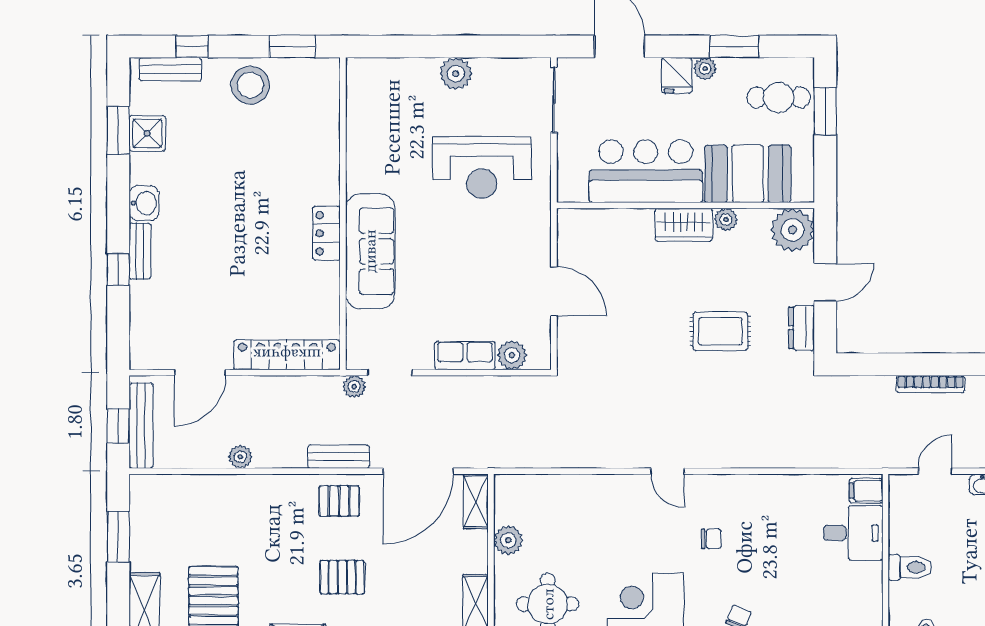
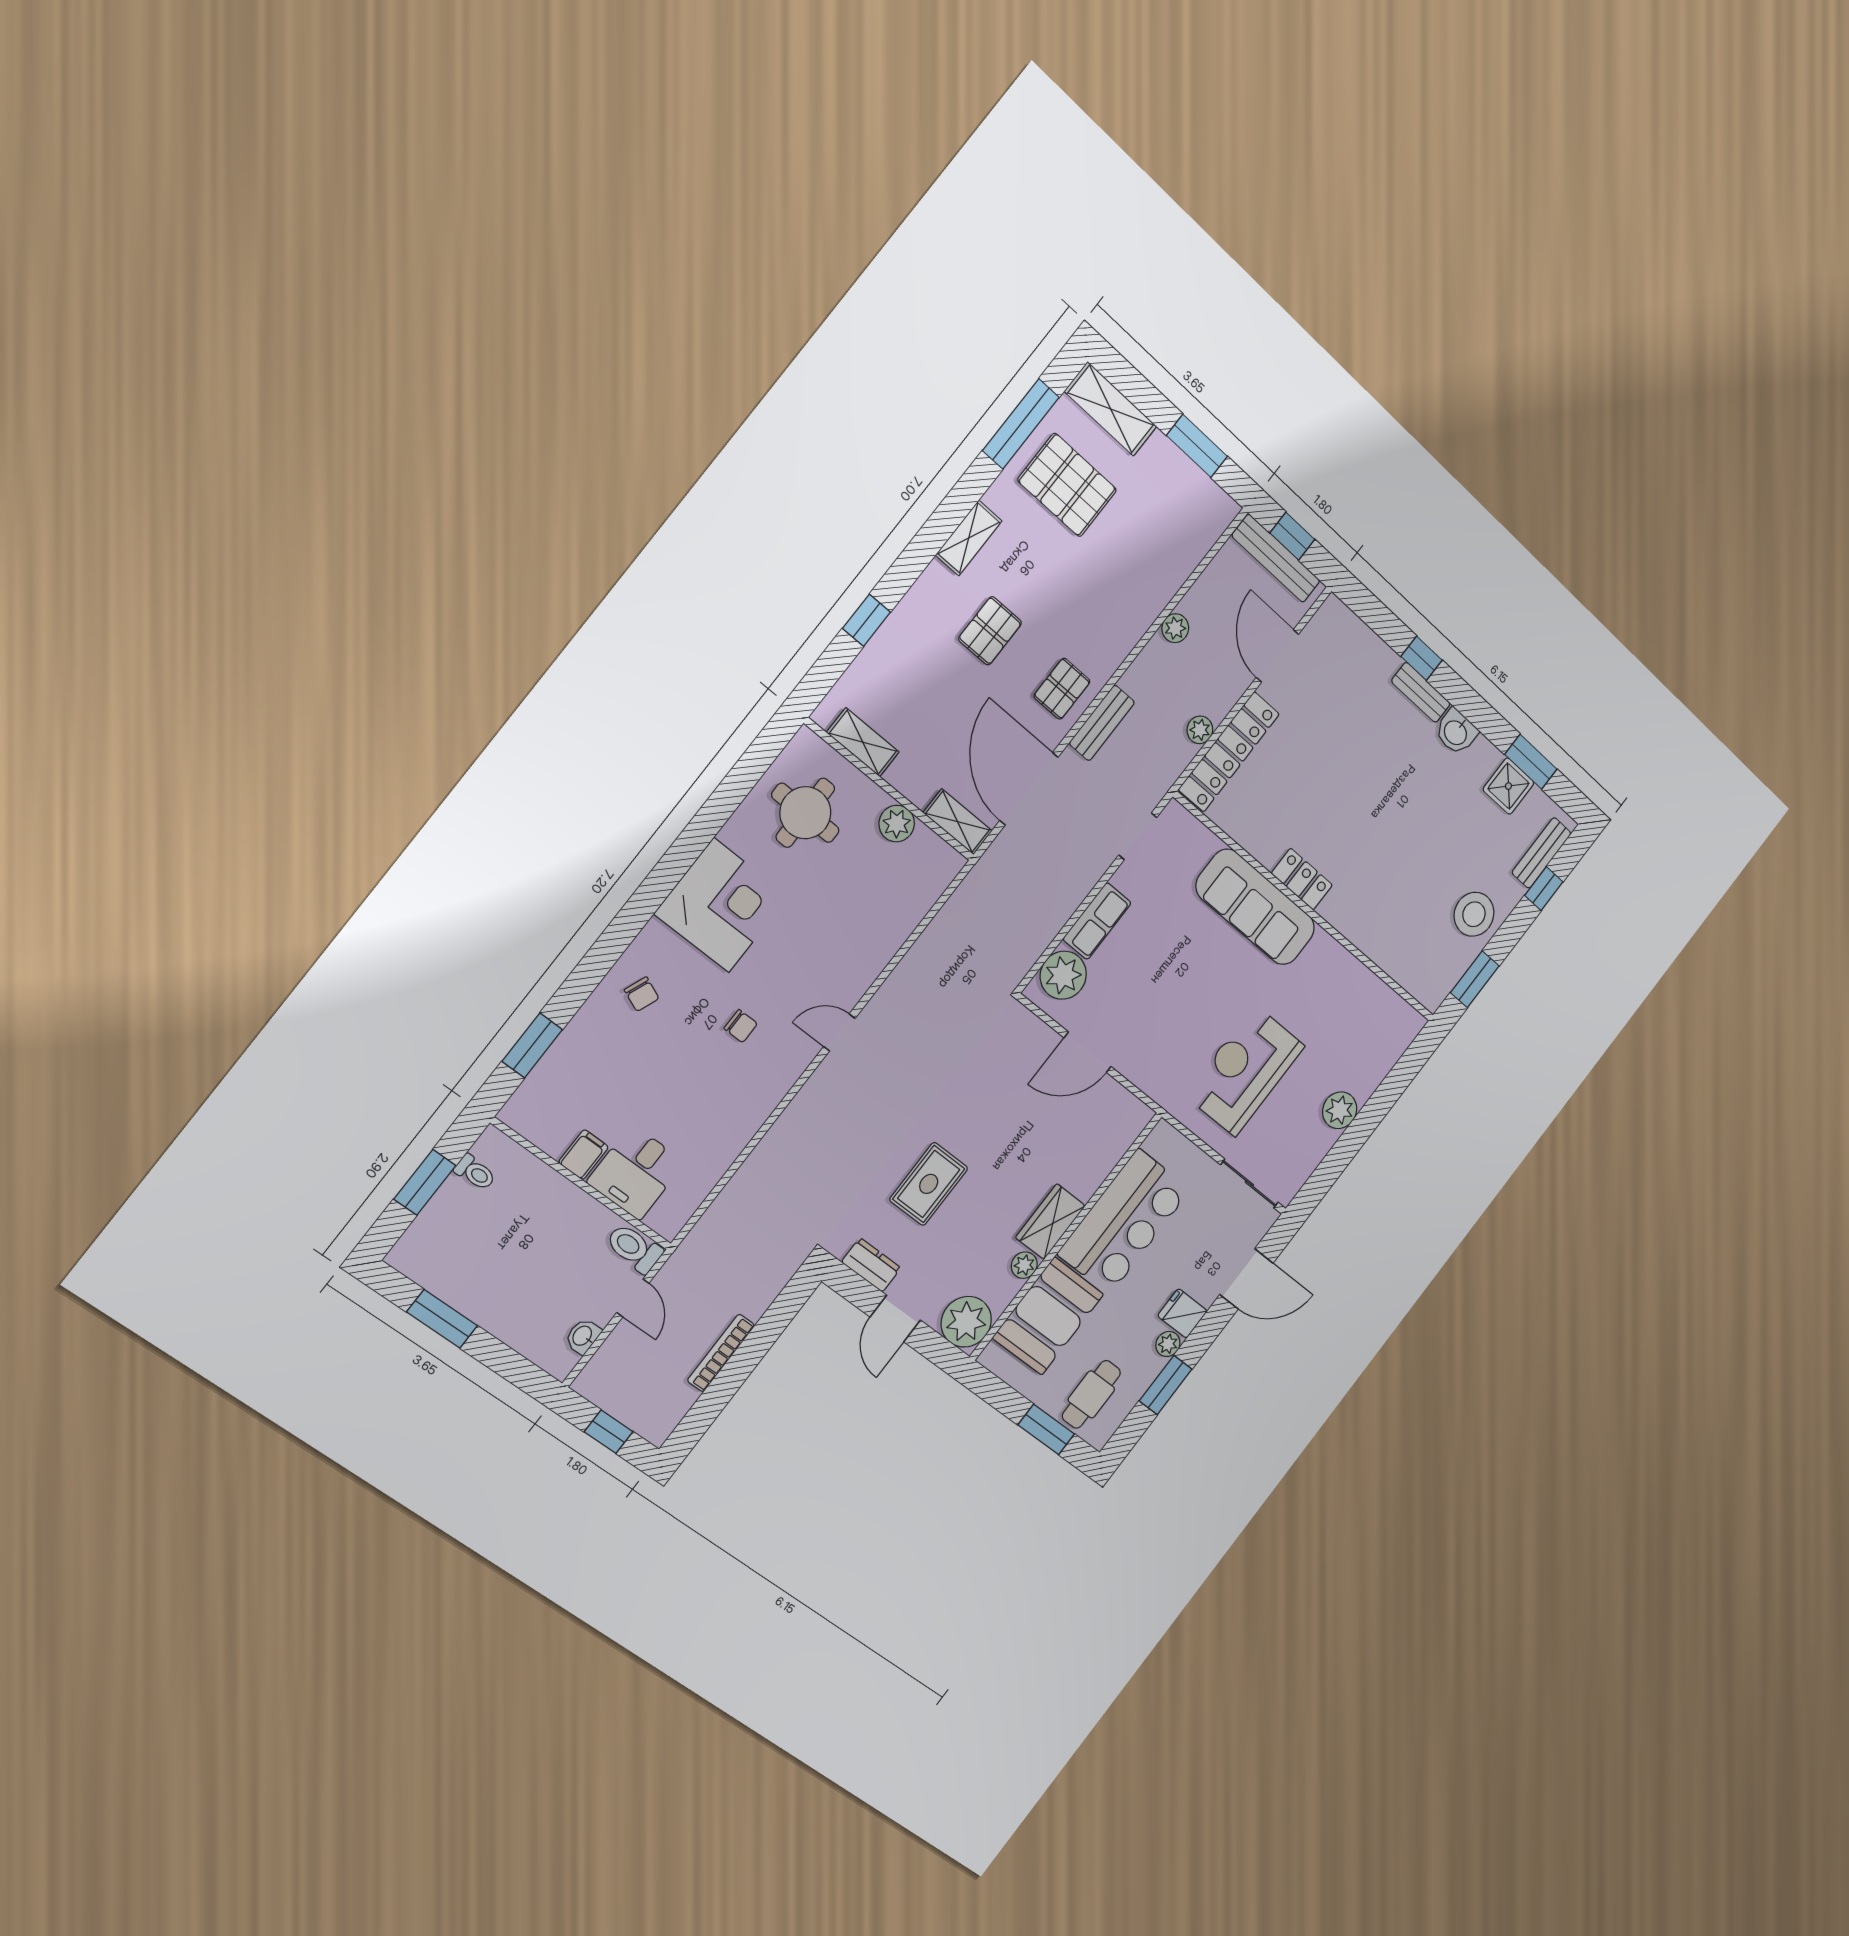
plant: (512, 355) -> (1063, 975), width x1.36, depth x1.36
plant: (354, 387) -> (1200, 730), moved
filing cabinet: (866, 491) -> (583, 1155), moved
chair: (711, 539) -> (741, 1026), turned -90
toilet: (910, 567) -> (634, 1248), moved, turned 90

